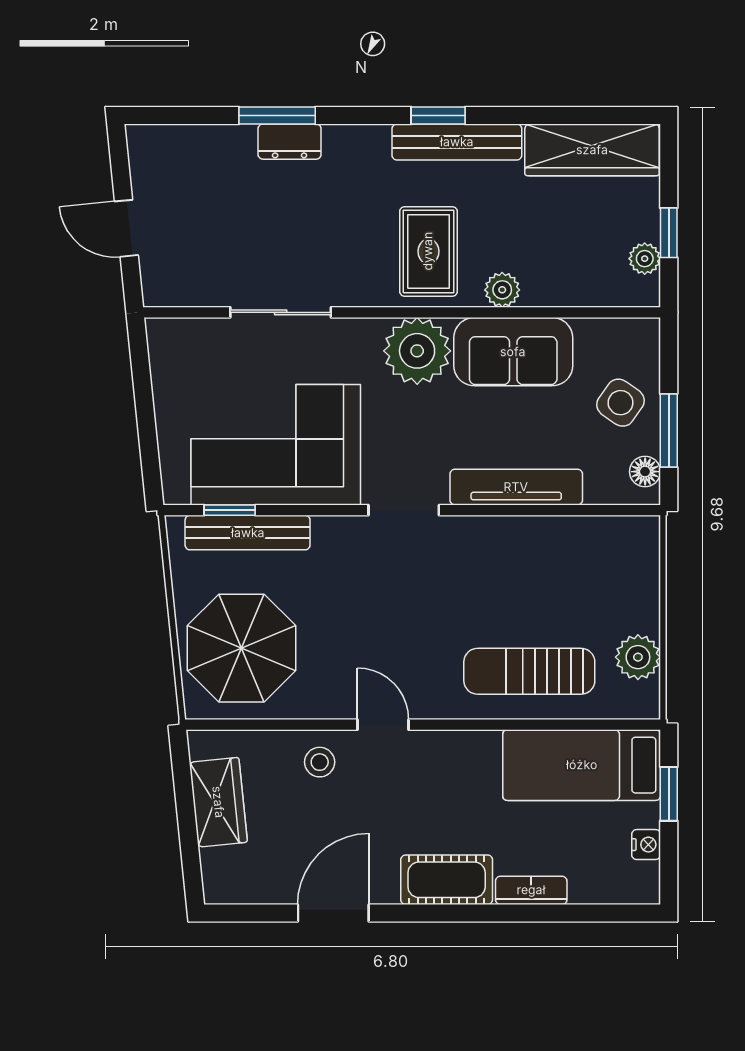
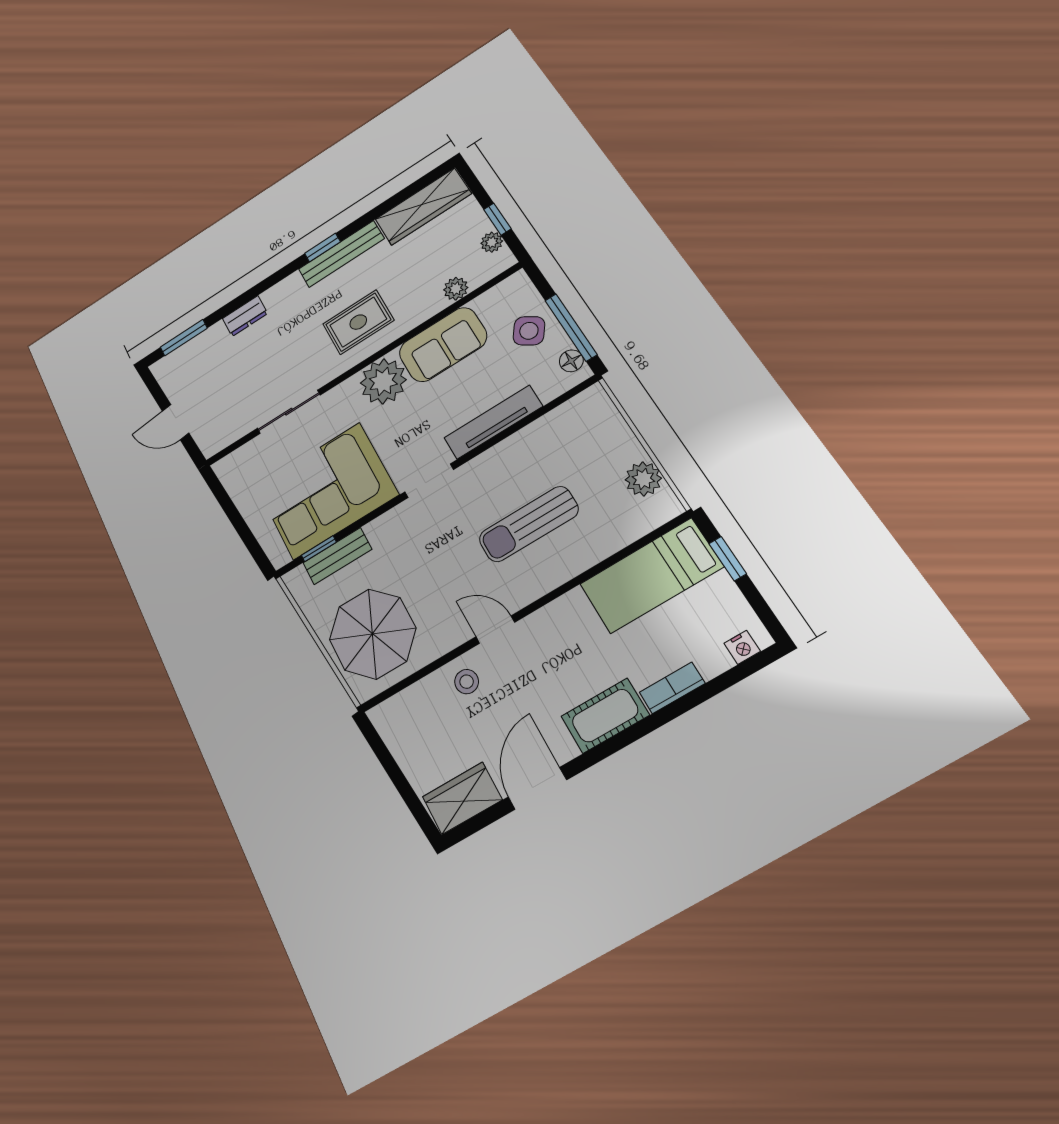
window: (277, 115) -> (184, 338), moved
rug: (428, 251) -> (358, 322), turned 90
plant: (502, 290) -> (456, 289), moved
window: (669, 431) -> (571, 327), width x1.44
bench: (248, 533) -> (337, 556), width x0.73
sun lounger: (529, 671) -> (529, 524), moved
wardrobe: (218, 802) -> (462, 798), moved, turned -84
nightstand: (646, 845) -> (742, 647), moved, turned 90

